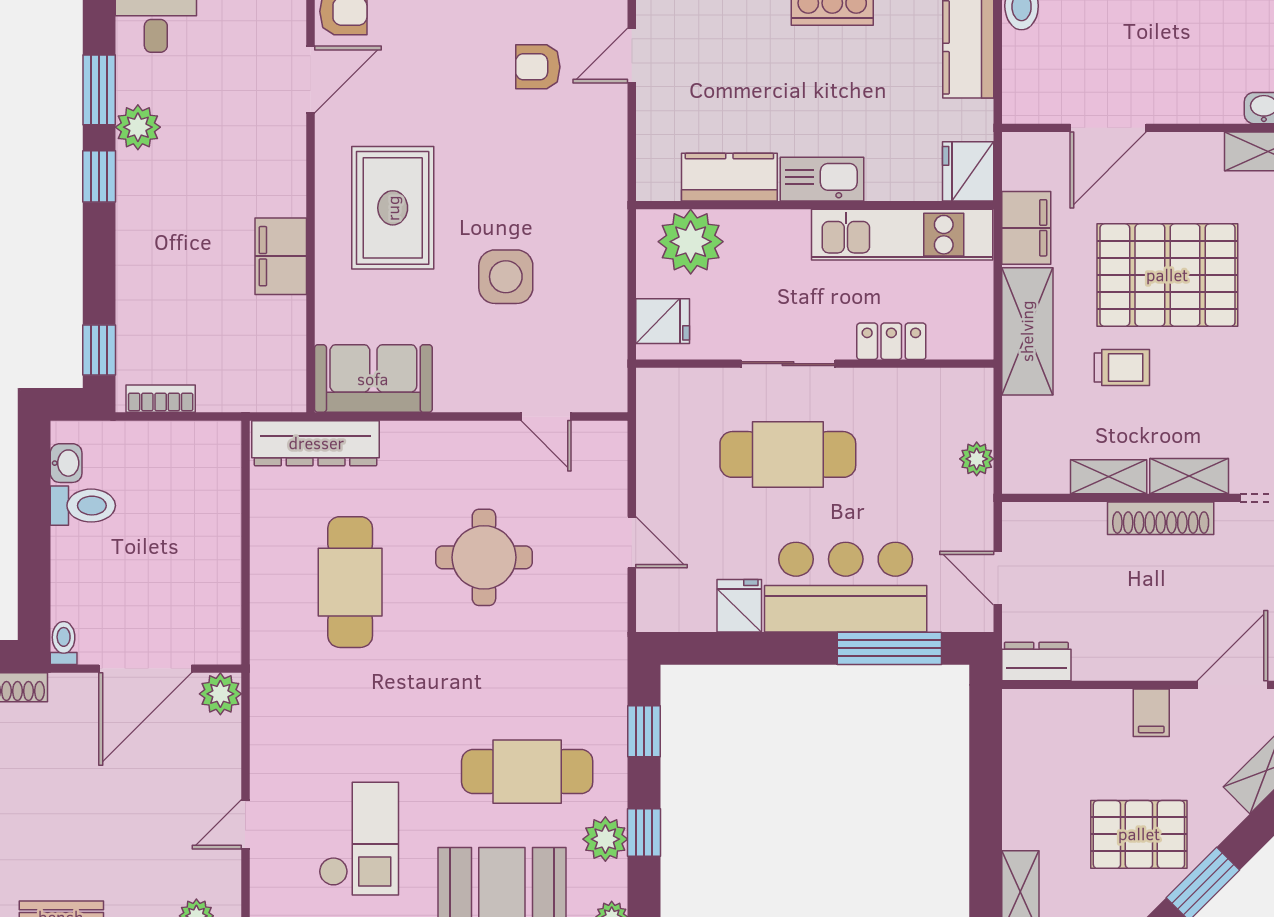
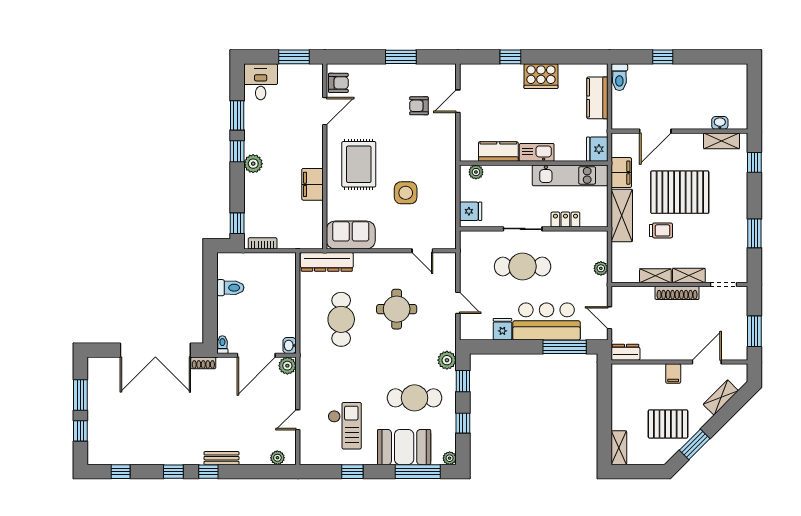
plant: (138, 127) -> (253, 164), moved
plant: (691, 242) -> (476, 172), width x0.53, depth x0.53
washbasin: (66, 463) -> (290, 345), moved, turned 180
plant: (605, 839) -> (447, 360), moved

